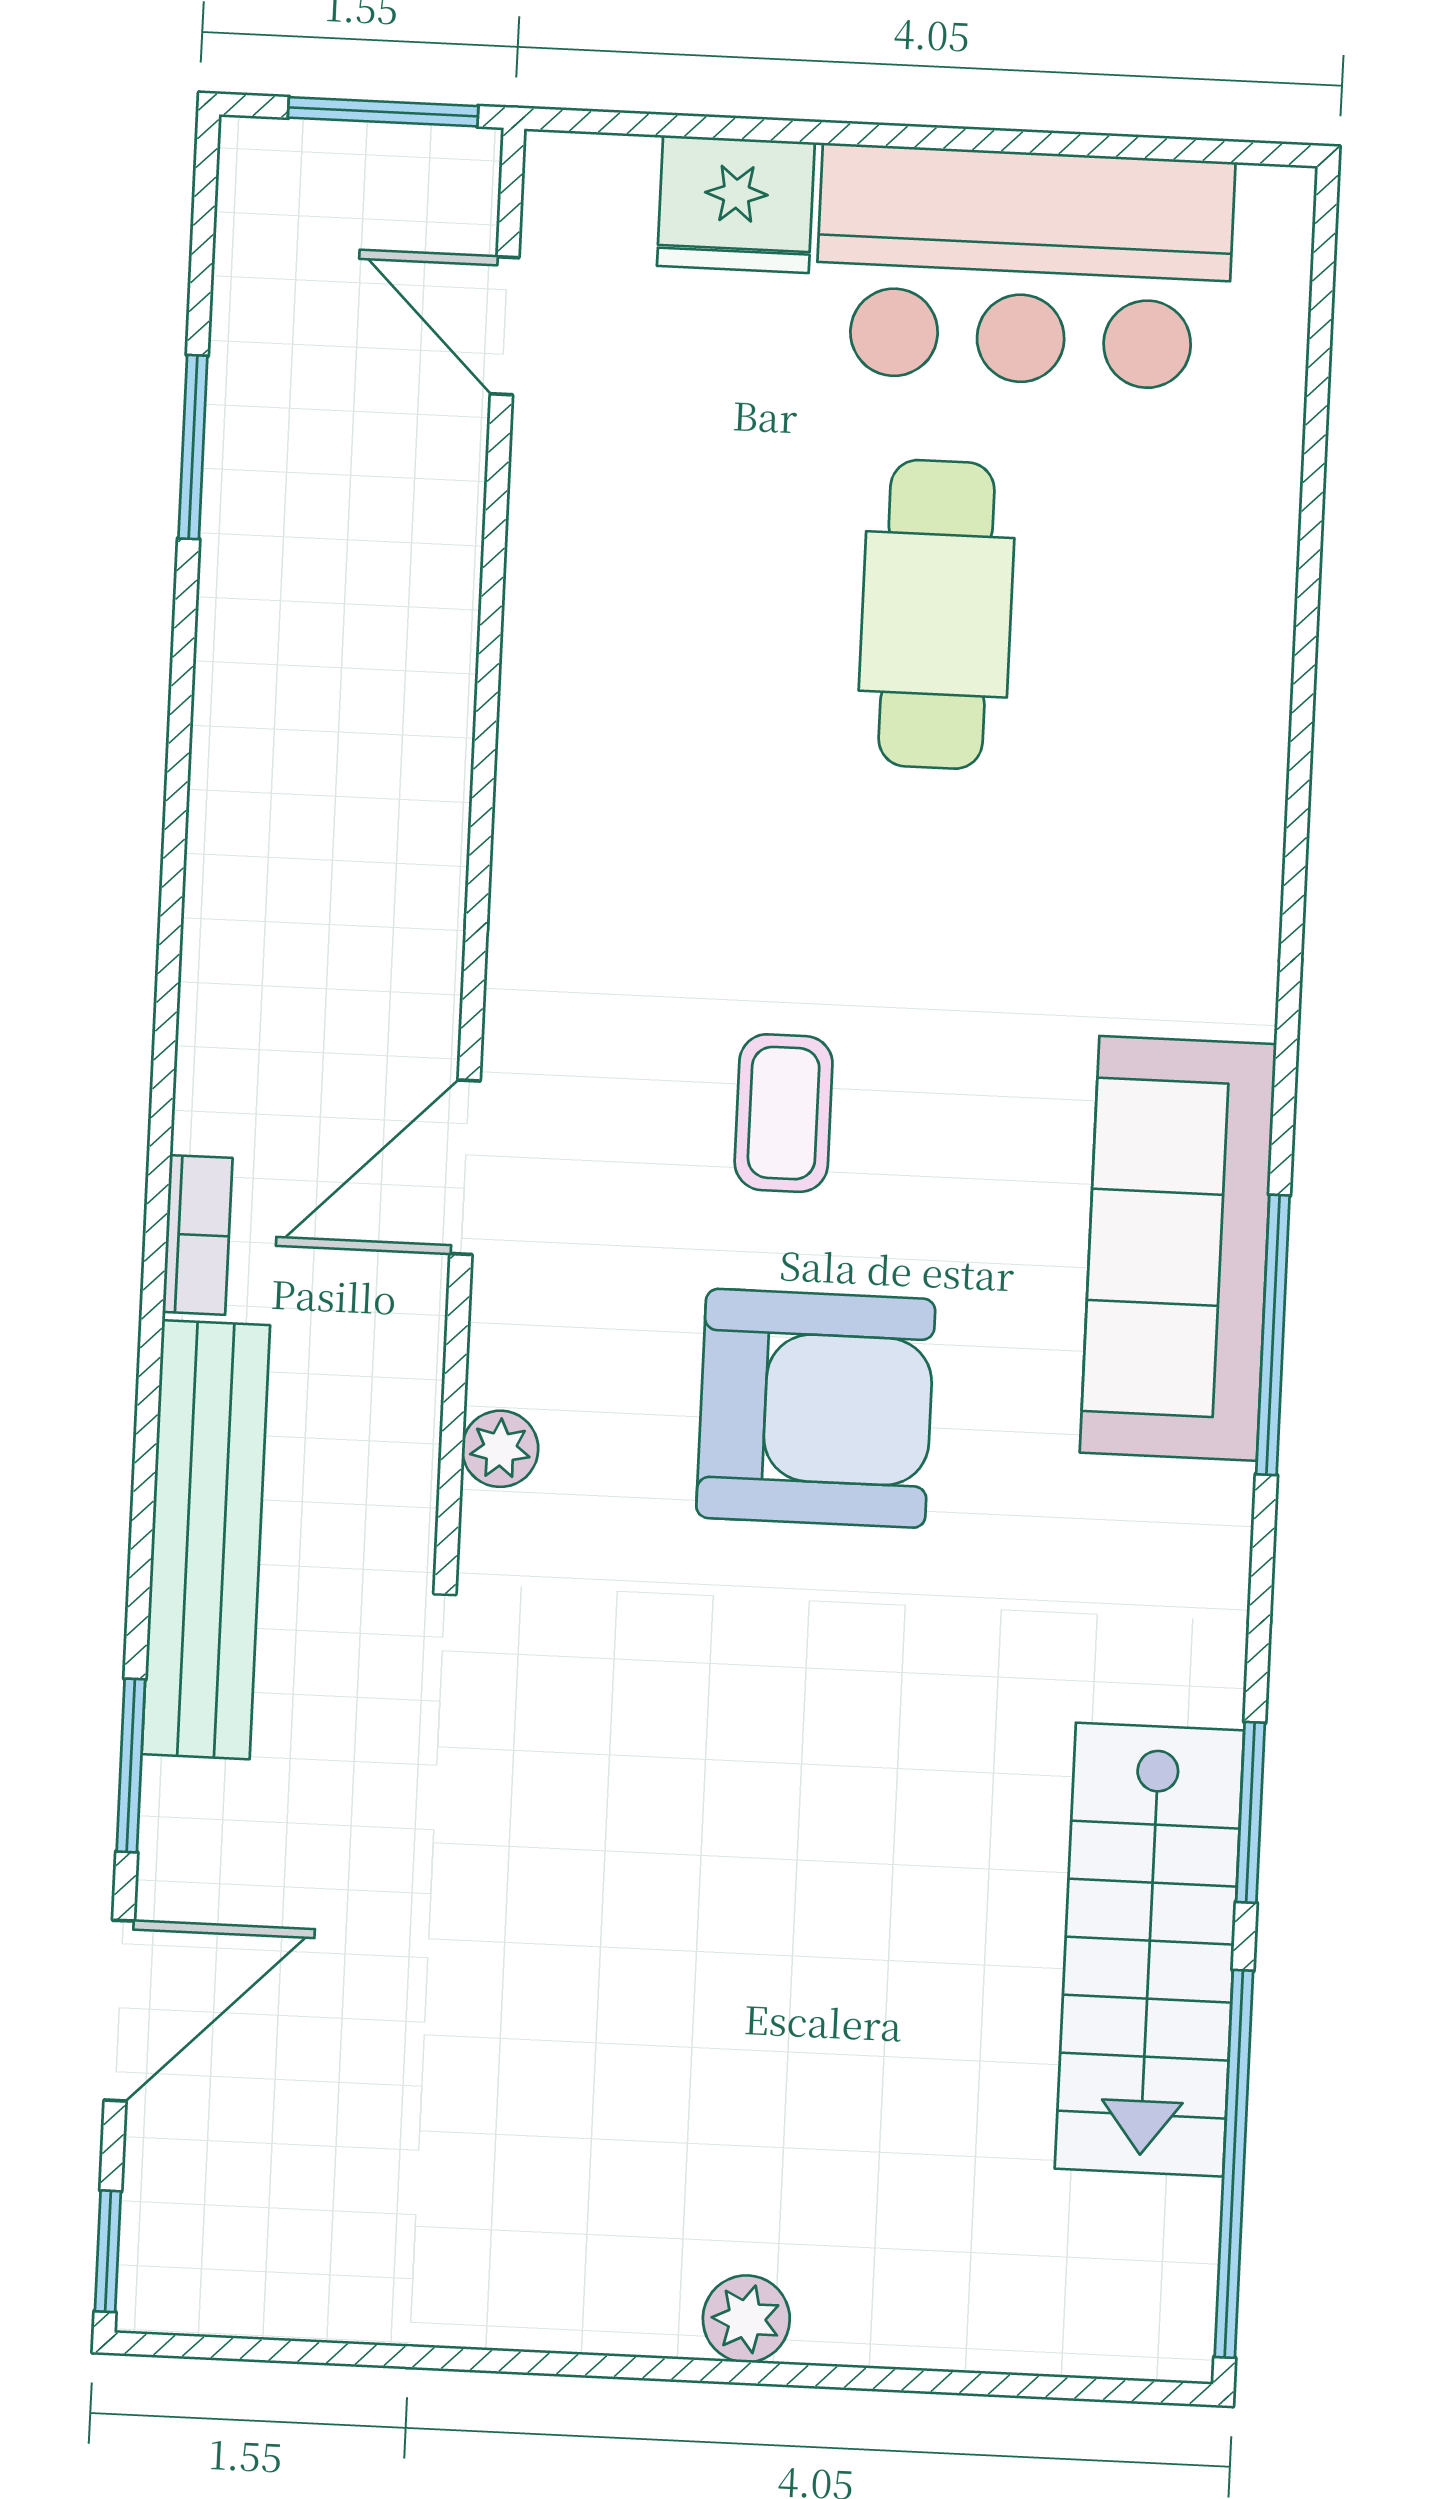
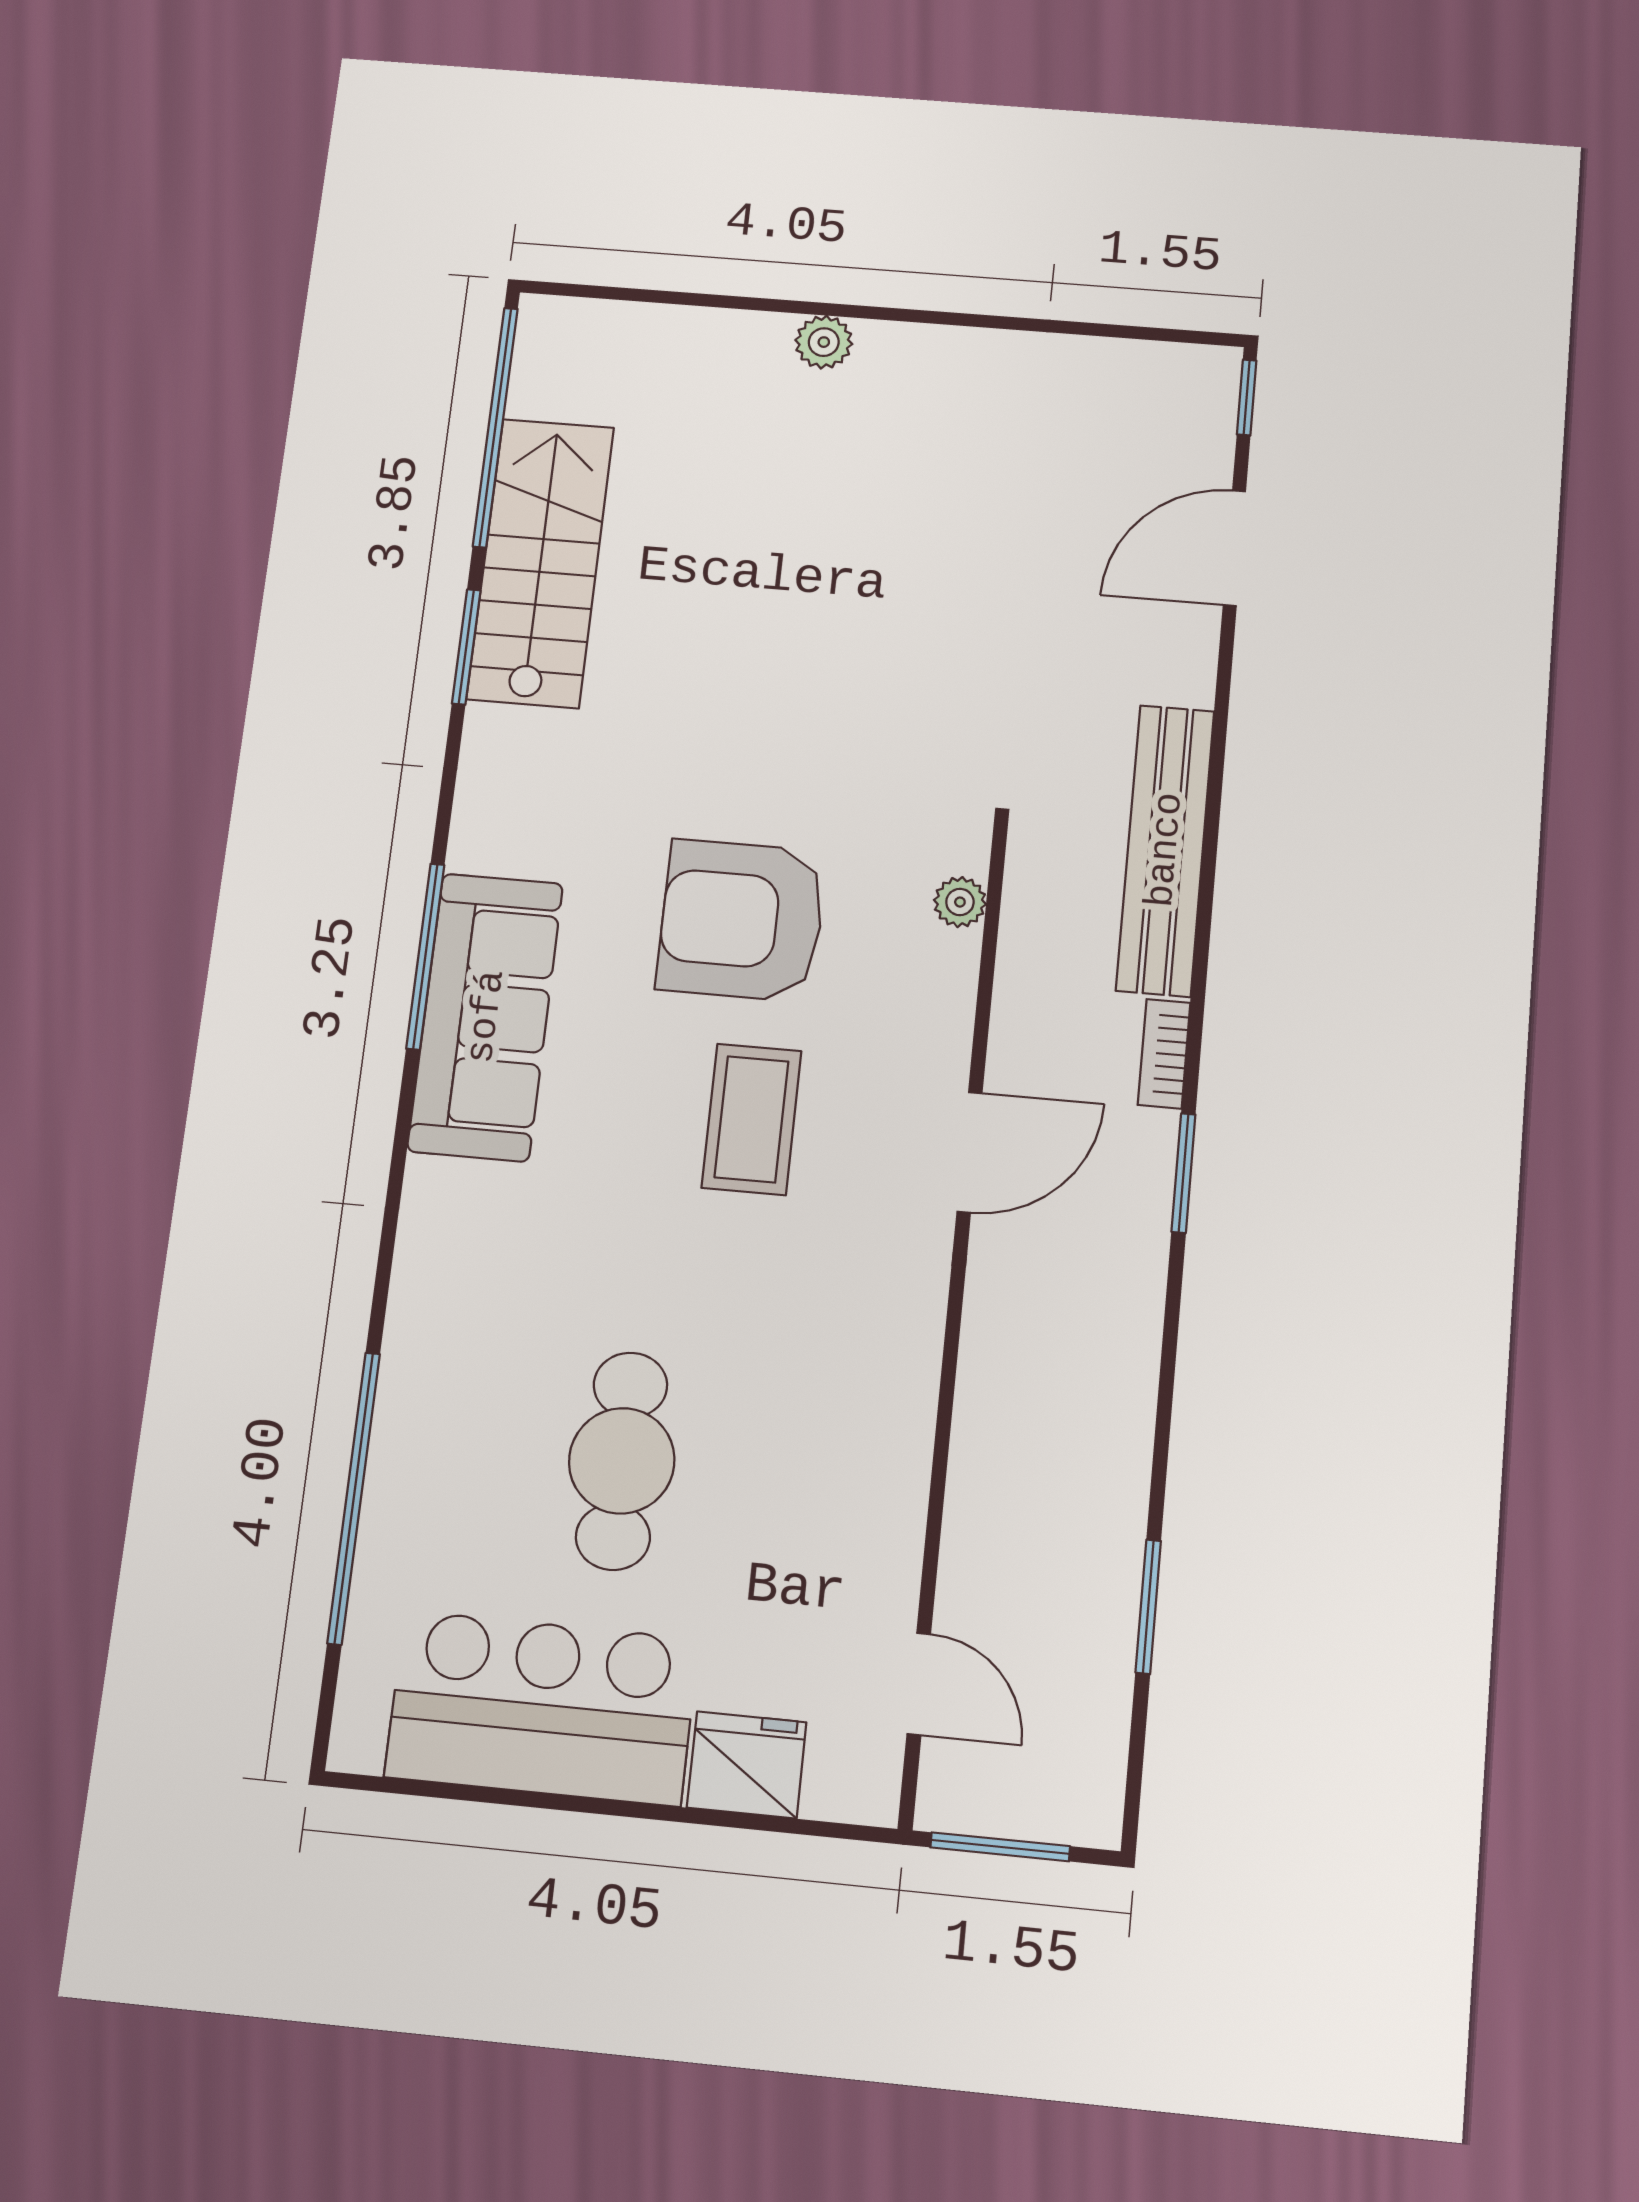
window: (1310, 545) -> (354, 1498), added
coffee table: (784, 1113) -> (751, 1119), width x1.36, depth x1.30
door: (465, 1167) -> (970, 1152), moved
window: (131, 1765) -> (1184, 1173), moved

